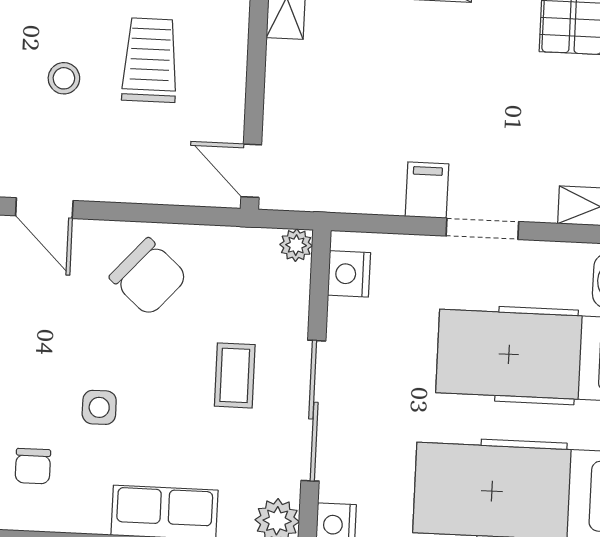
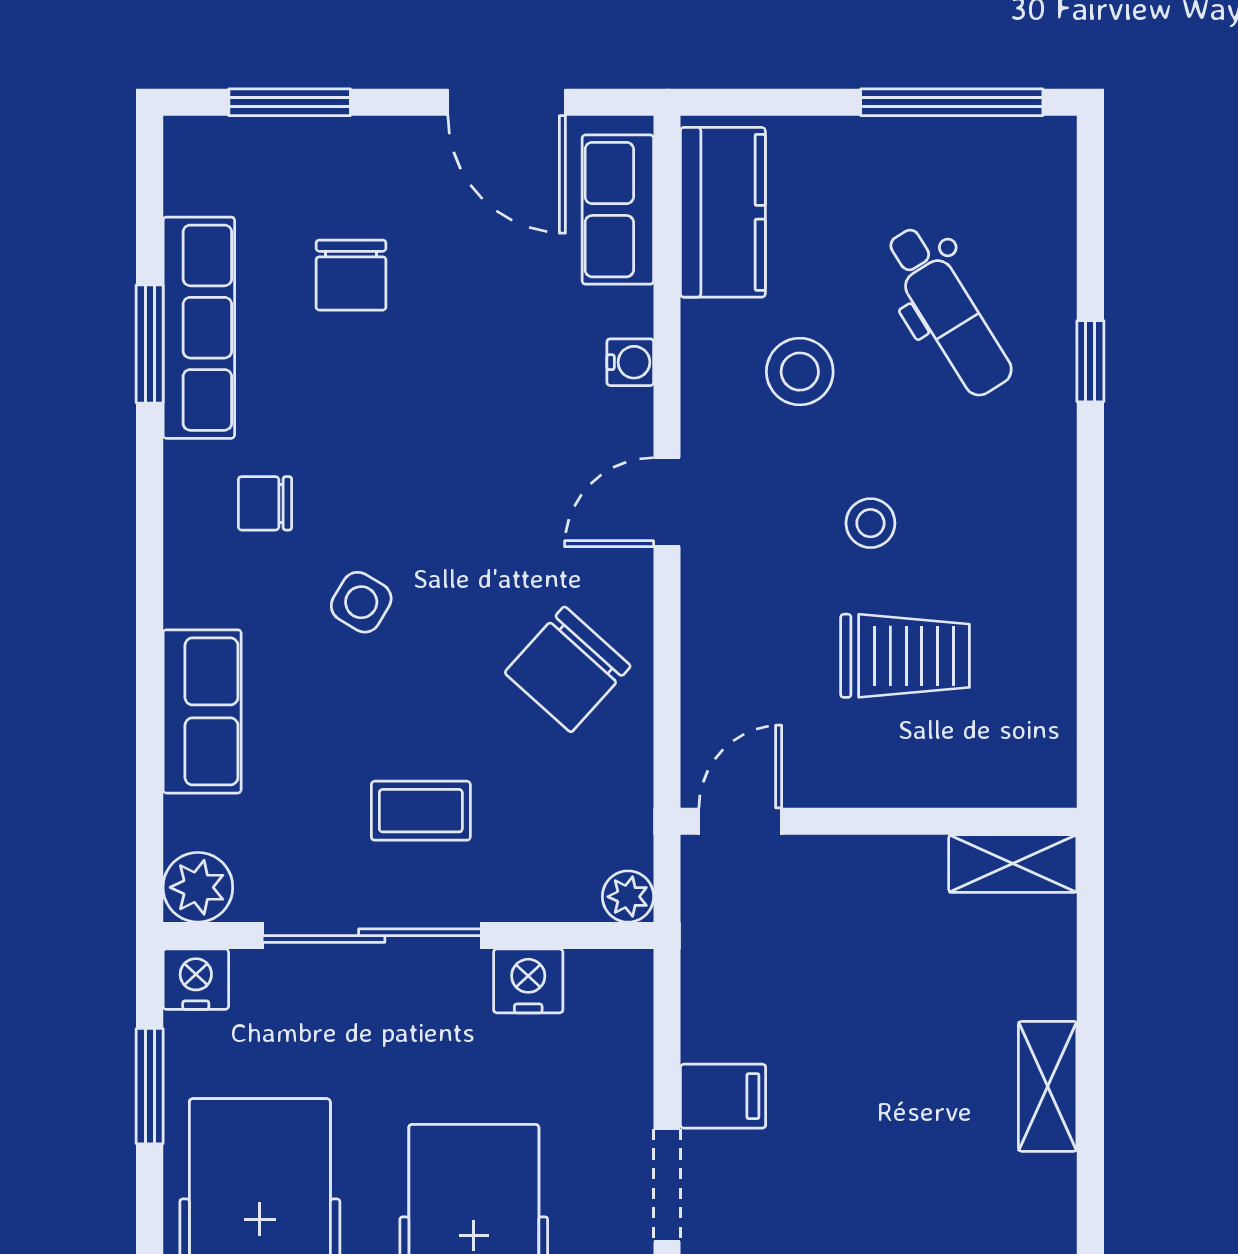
nightstand: (349, 274) -> (528, 981), moved
side table: (99, 407) -> (361, 602), turned 31

